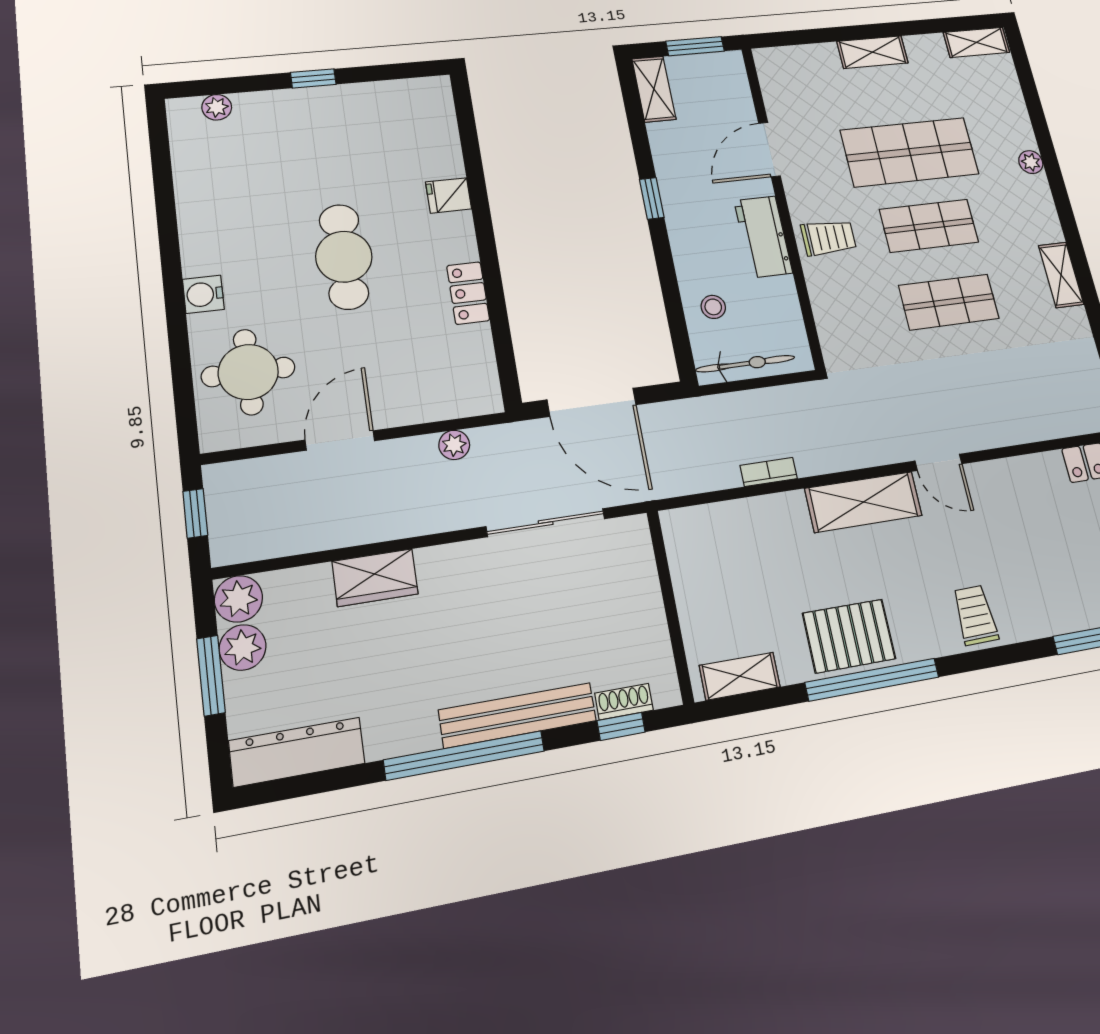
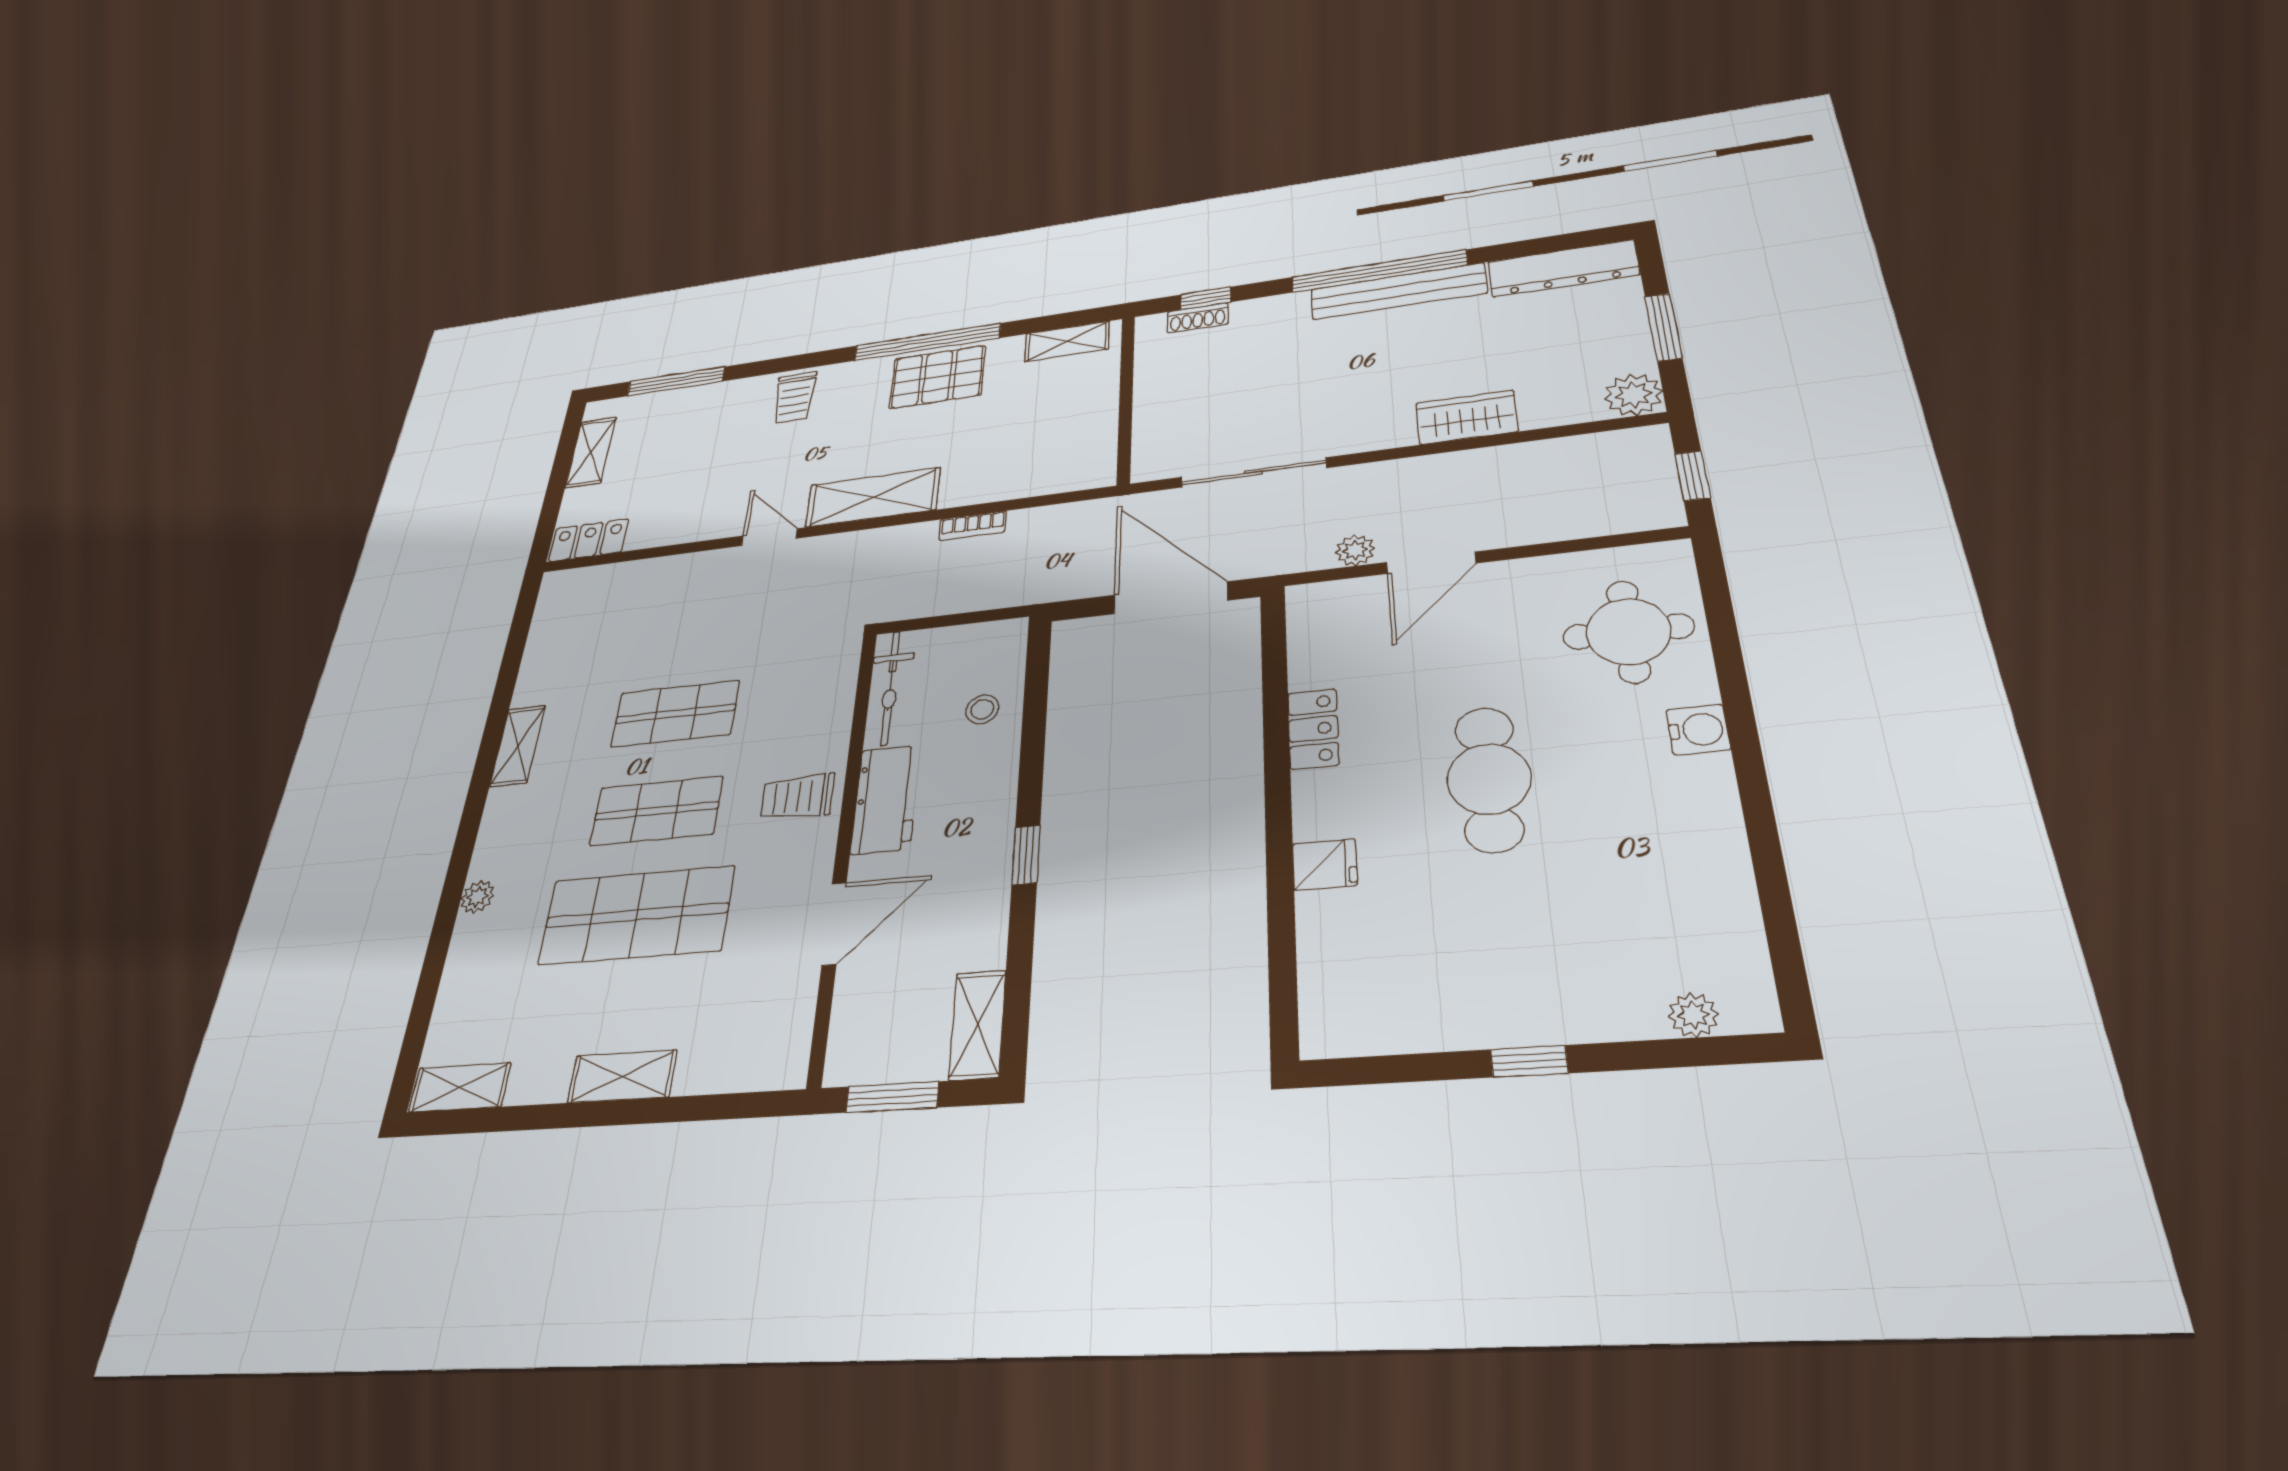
bicycle: (745, 364) -> (890, 688), moved, turned -90
door: (340, 440) -> (1431, 563), moved
plant: (243, 647) -> (1627, 352), removed
bench: (518, 715) -> (1398, 291), moved

